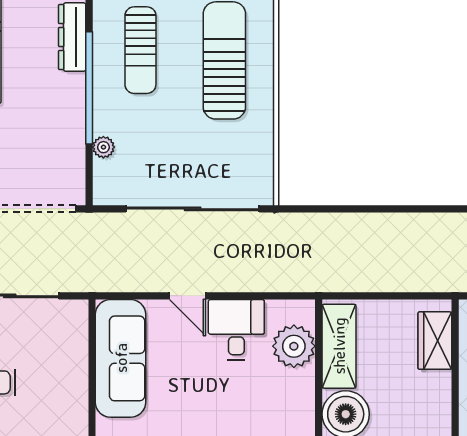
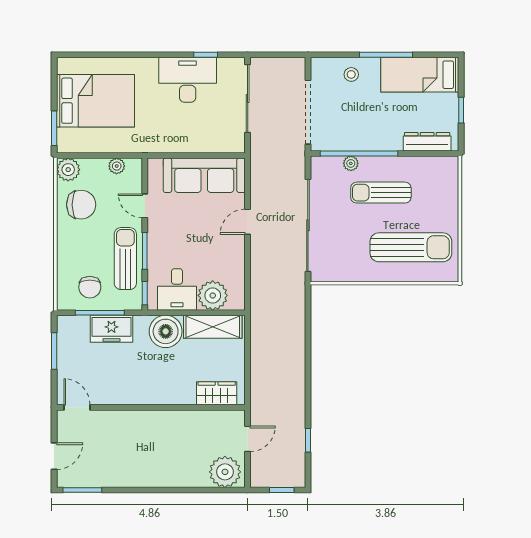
sun lounger: (140, 50) -> (381, 193), moved
window: (89, 88) -> (359, 153), moved
desk: (236, 330) -> (177, 289), moved, turned 90

